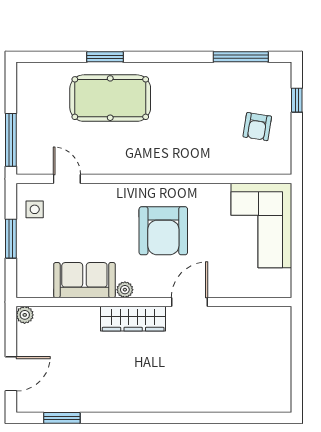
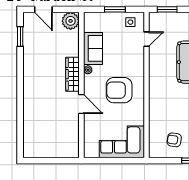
window: (11, 140) -> (167, 9), width x0.69
plant: (25, 315) -> (71, 21), width x1.88, depth x1.88

